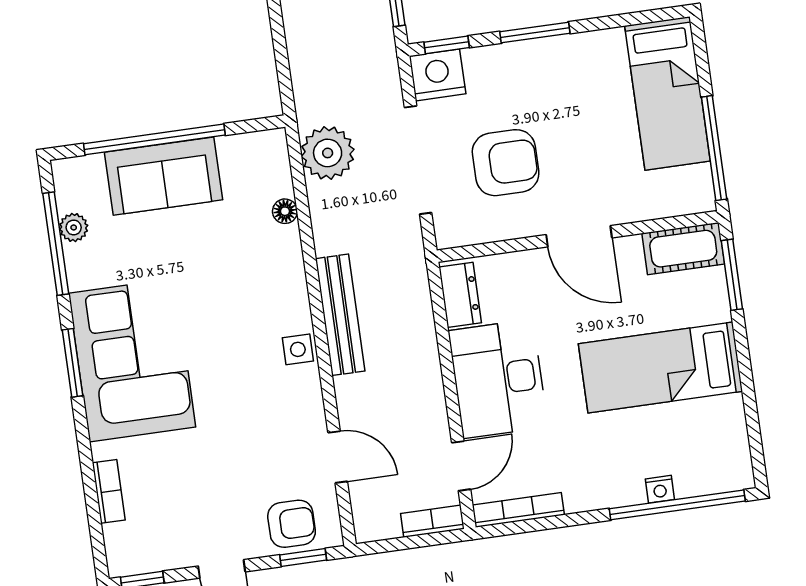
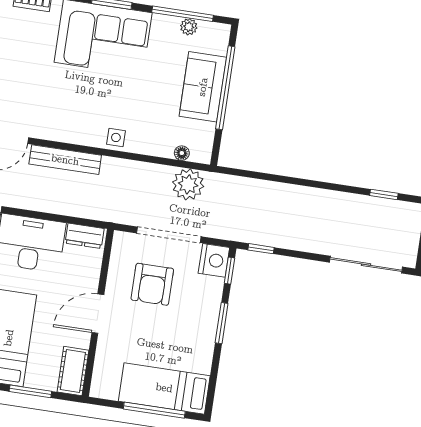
window: (714, 148) -> (154, 410), moved
floor lamp: (285, 211) -> (182, 153), moved
window: (732, 275) -> (30, 391), moved
bench: (340, 315) -> (65, 160), moved
side table: (298, 349) -> (116, 137), moved

